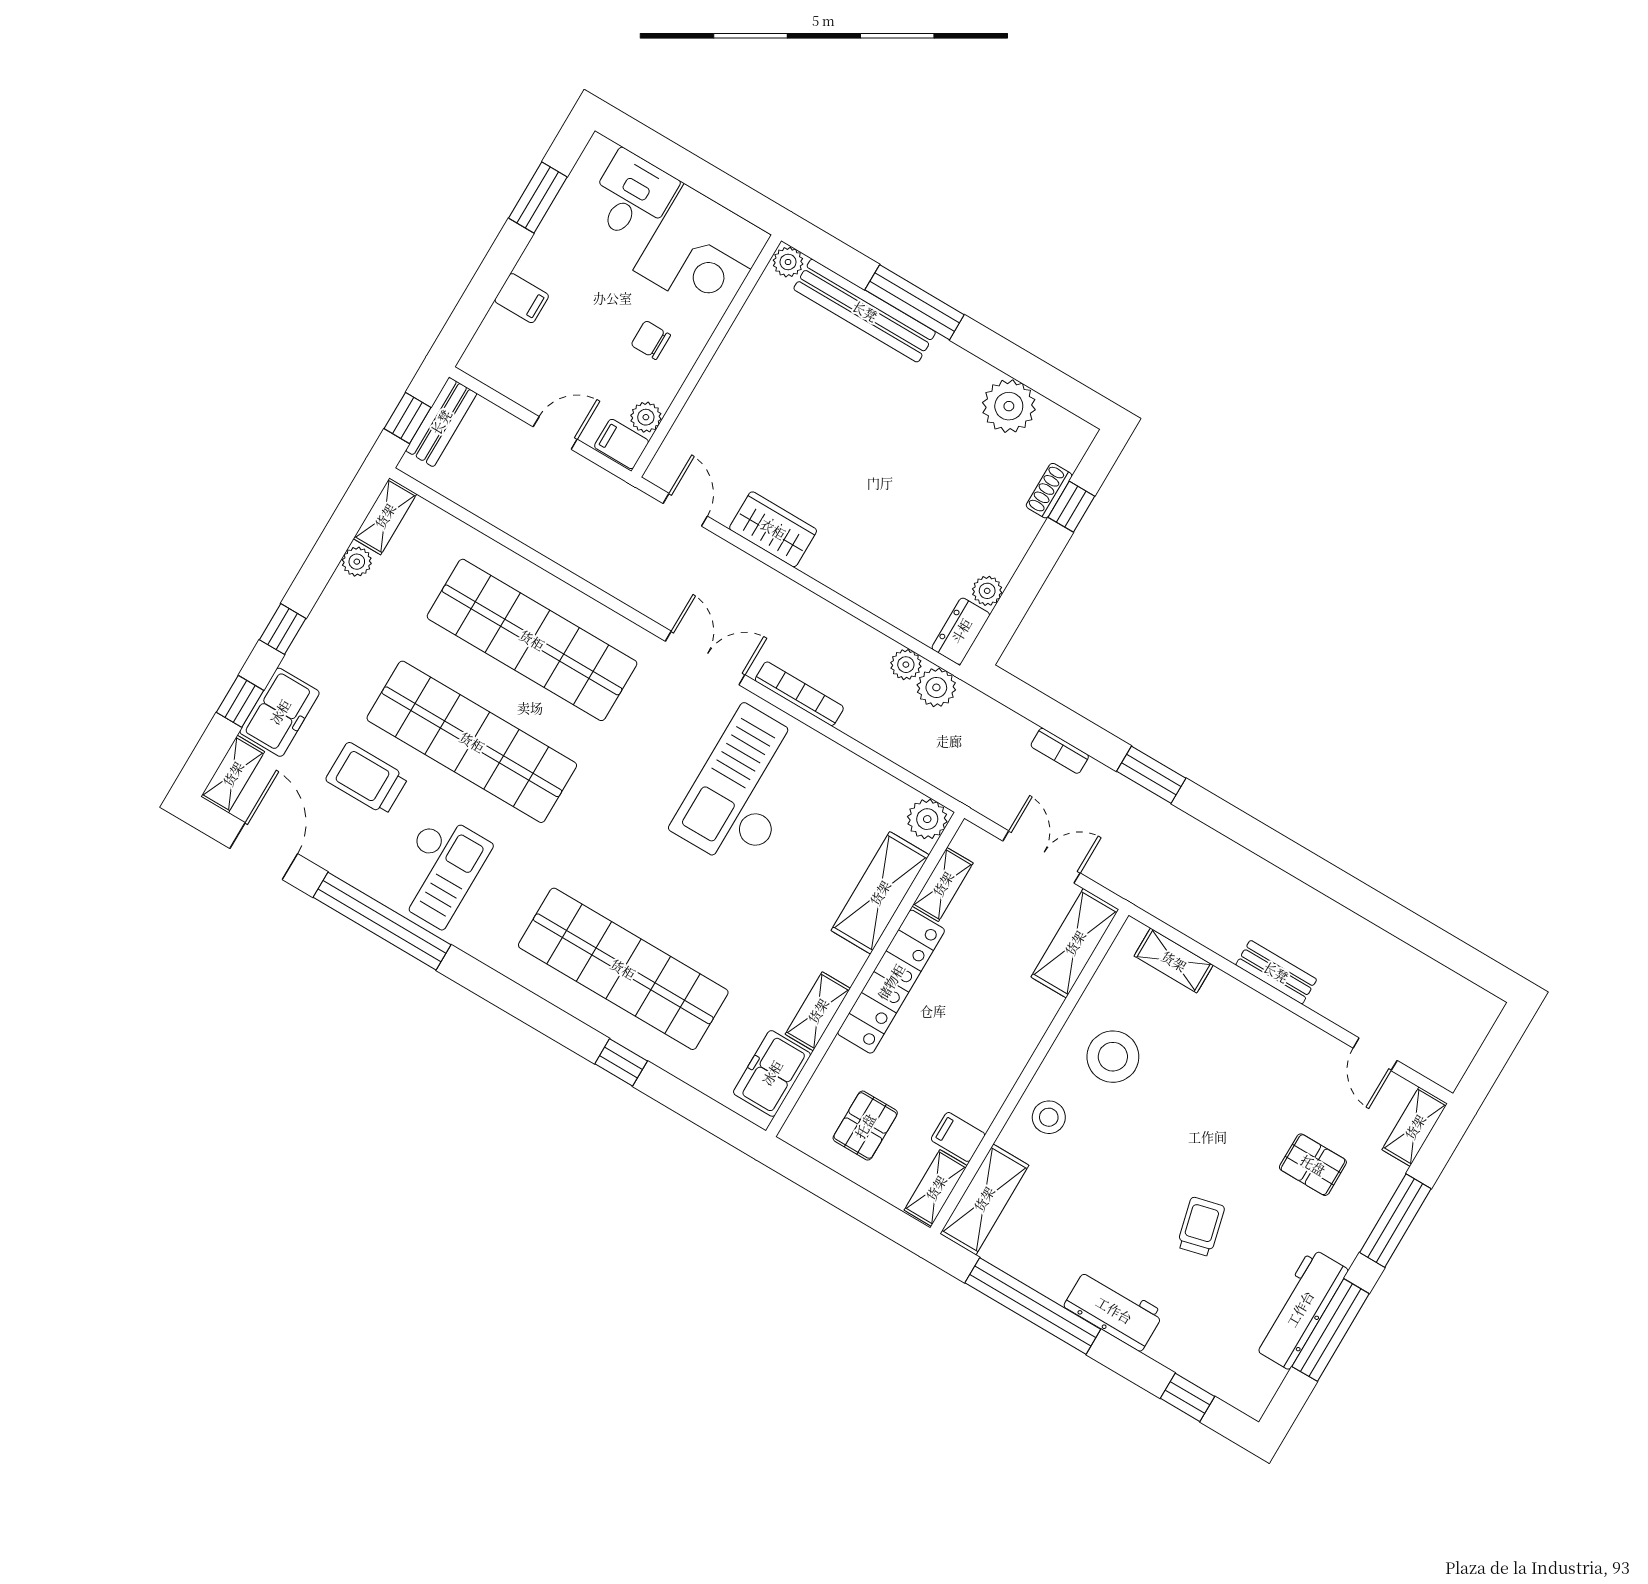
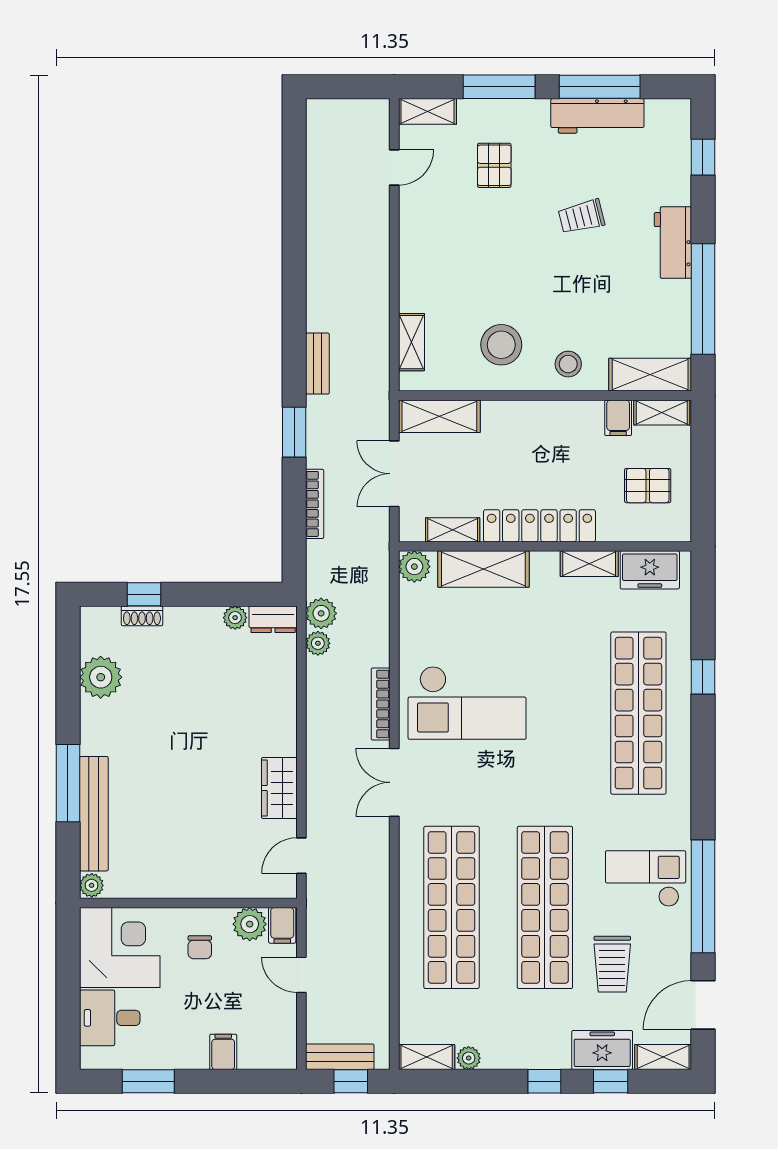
plant: (646, 417) -> (250, 924), width x1.38, depth x1.38
bookcase: (1060, 751) -> (315, 504), width x1.56
bench: (1276, 972) -> (317, 364), moved

